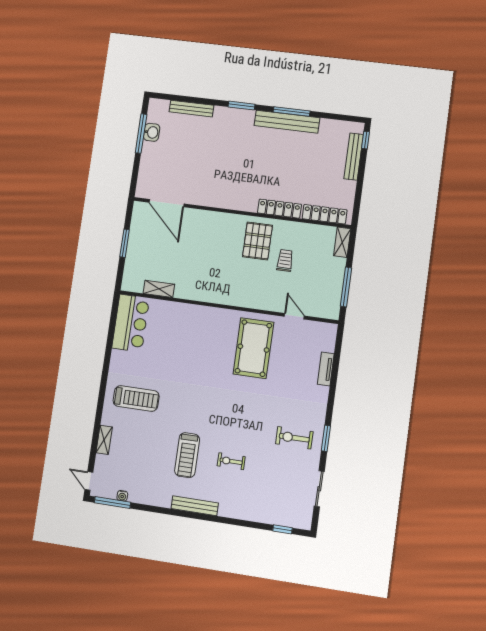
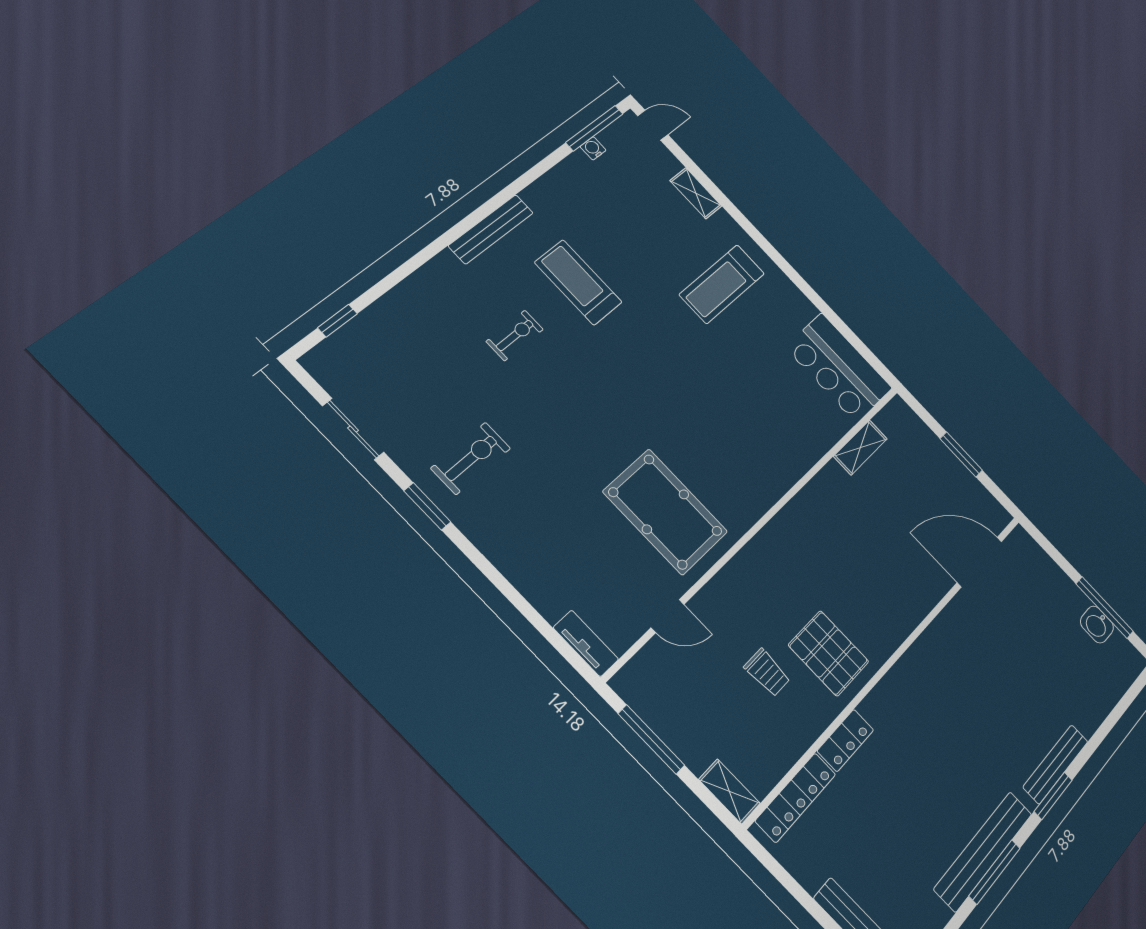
bench: (192, 109) -> (1056, 764), moved
locker: (279, 209) -> (845, 740), width x0.66
tv unit: (326, 369) -> (586, 643), moved

